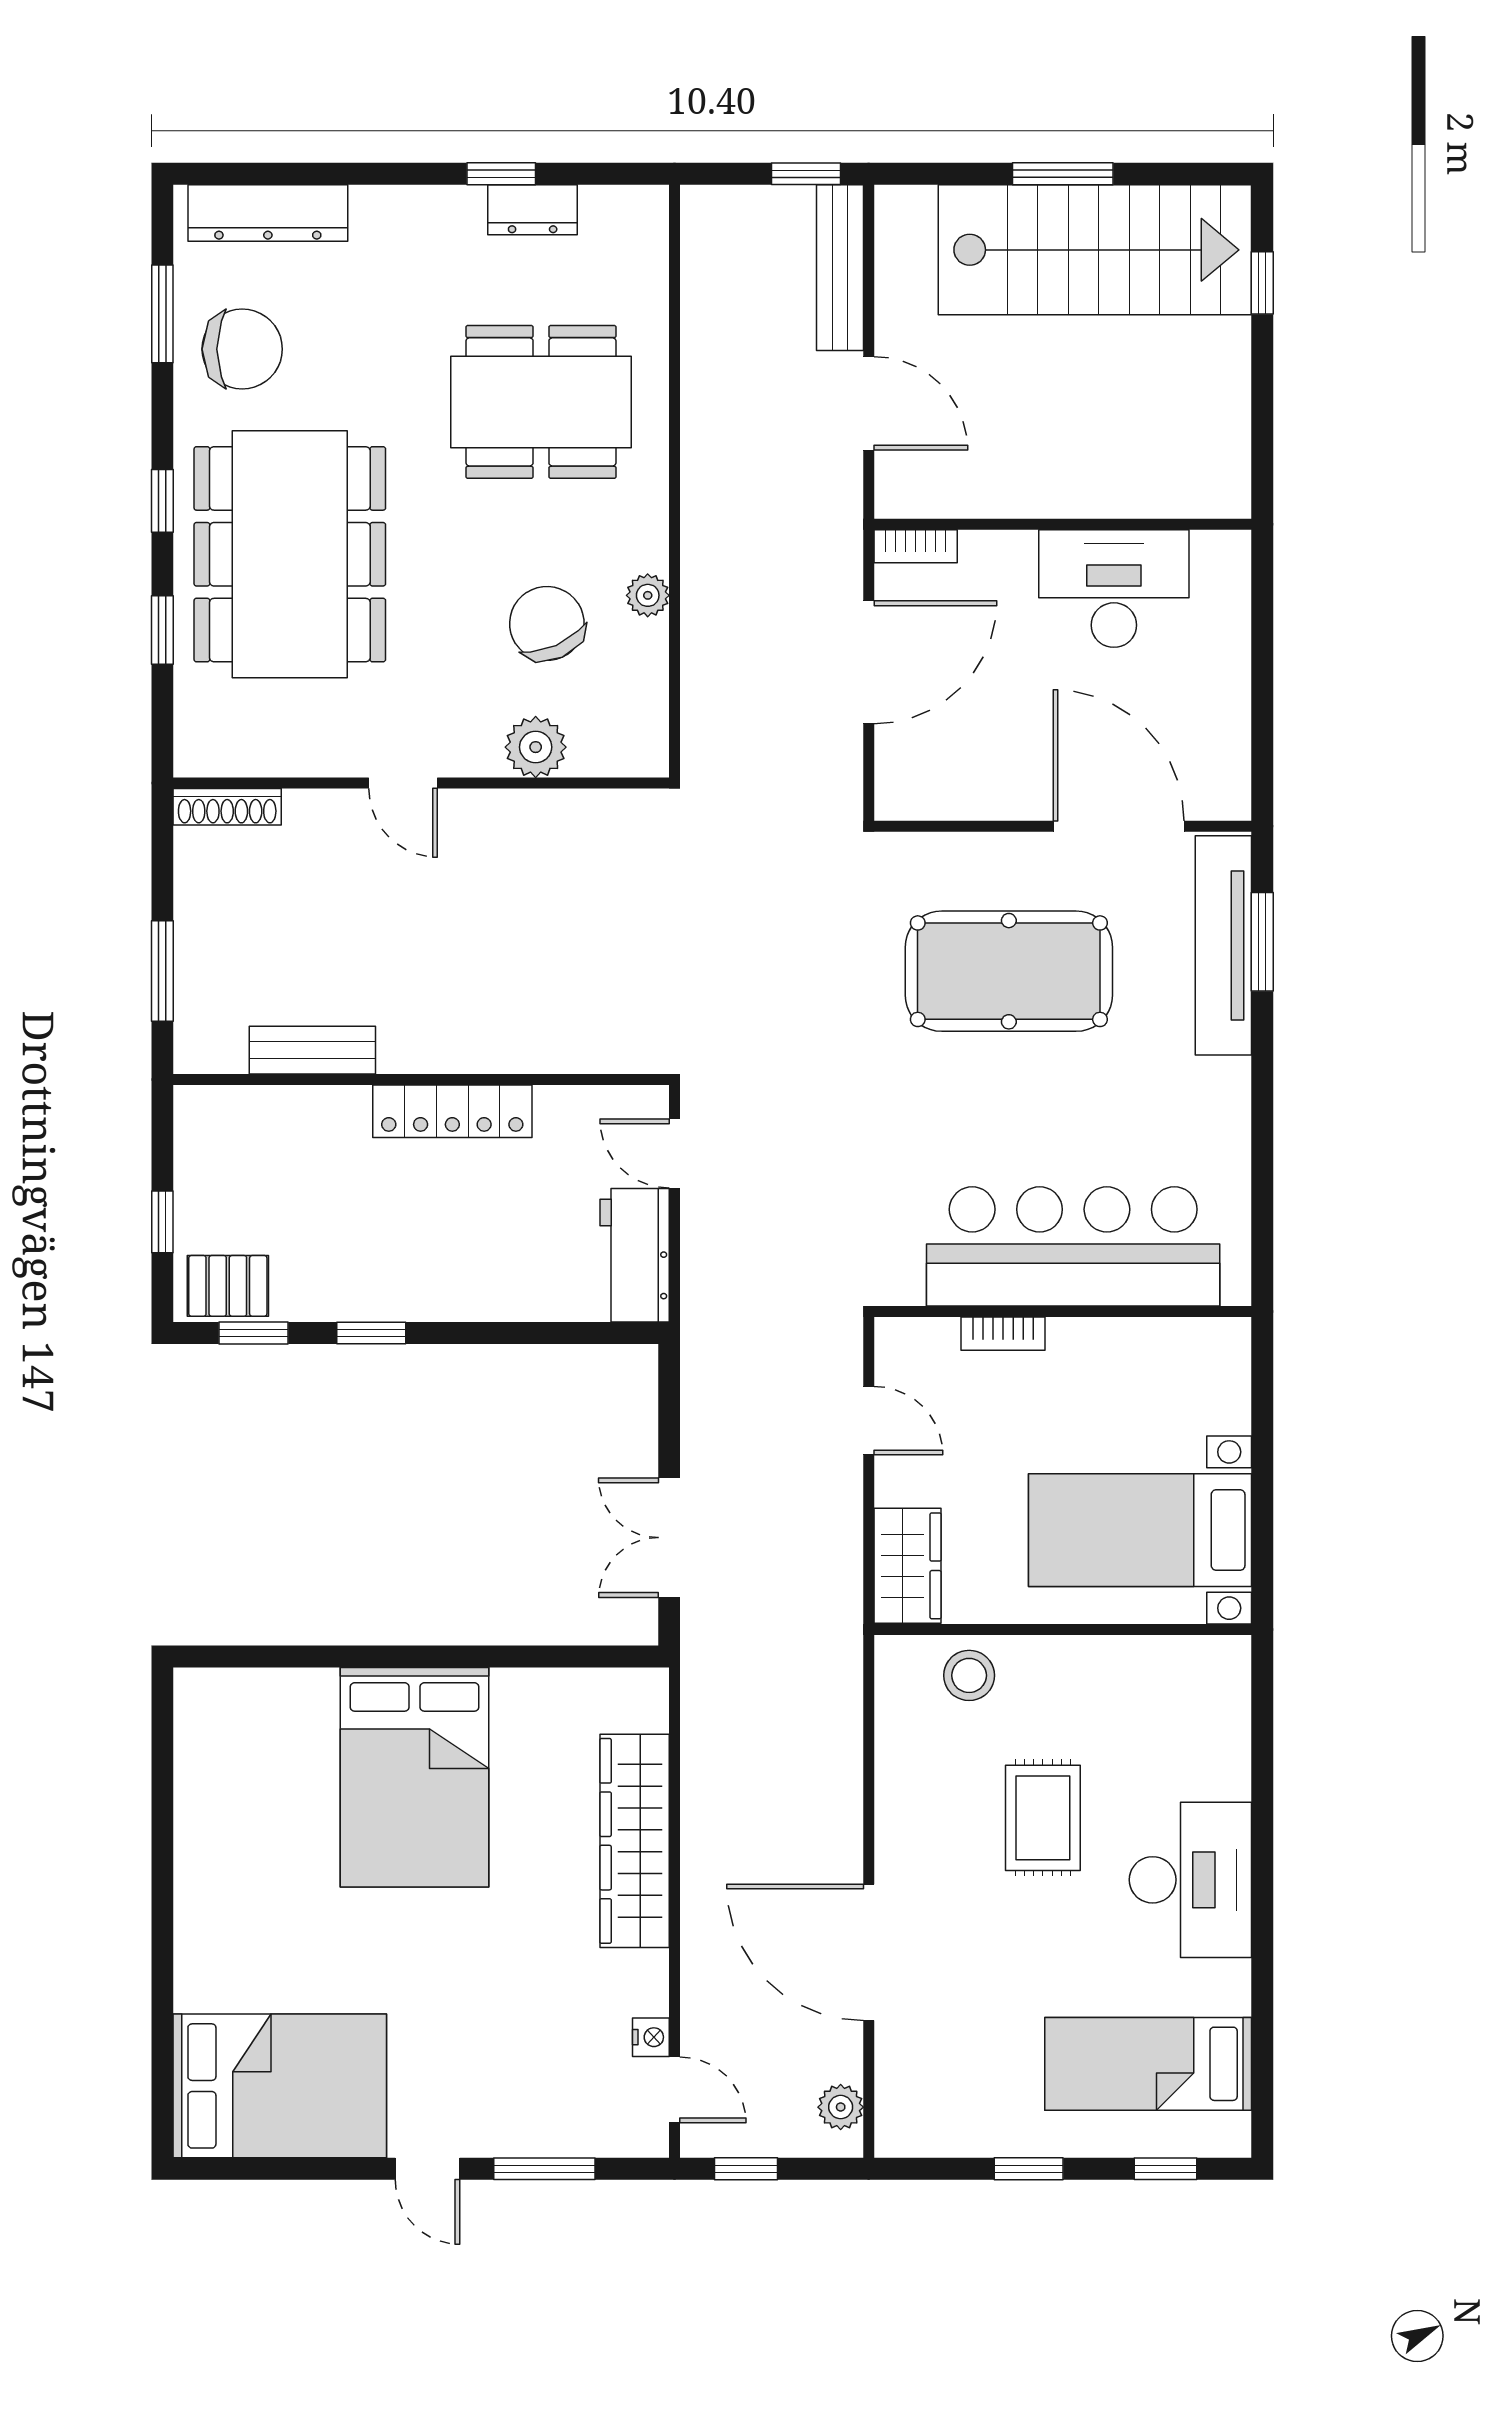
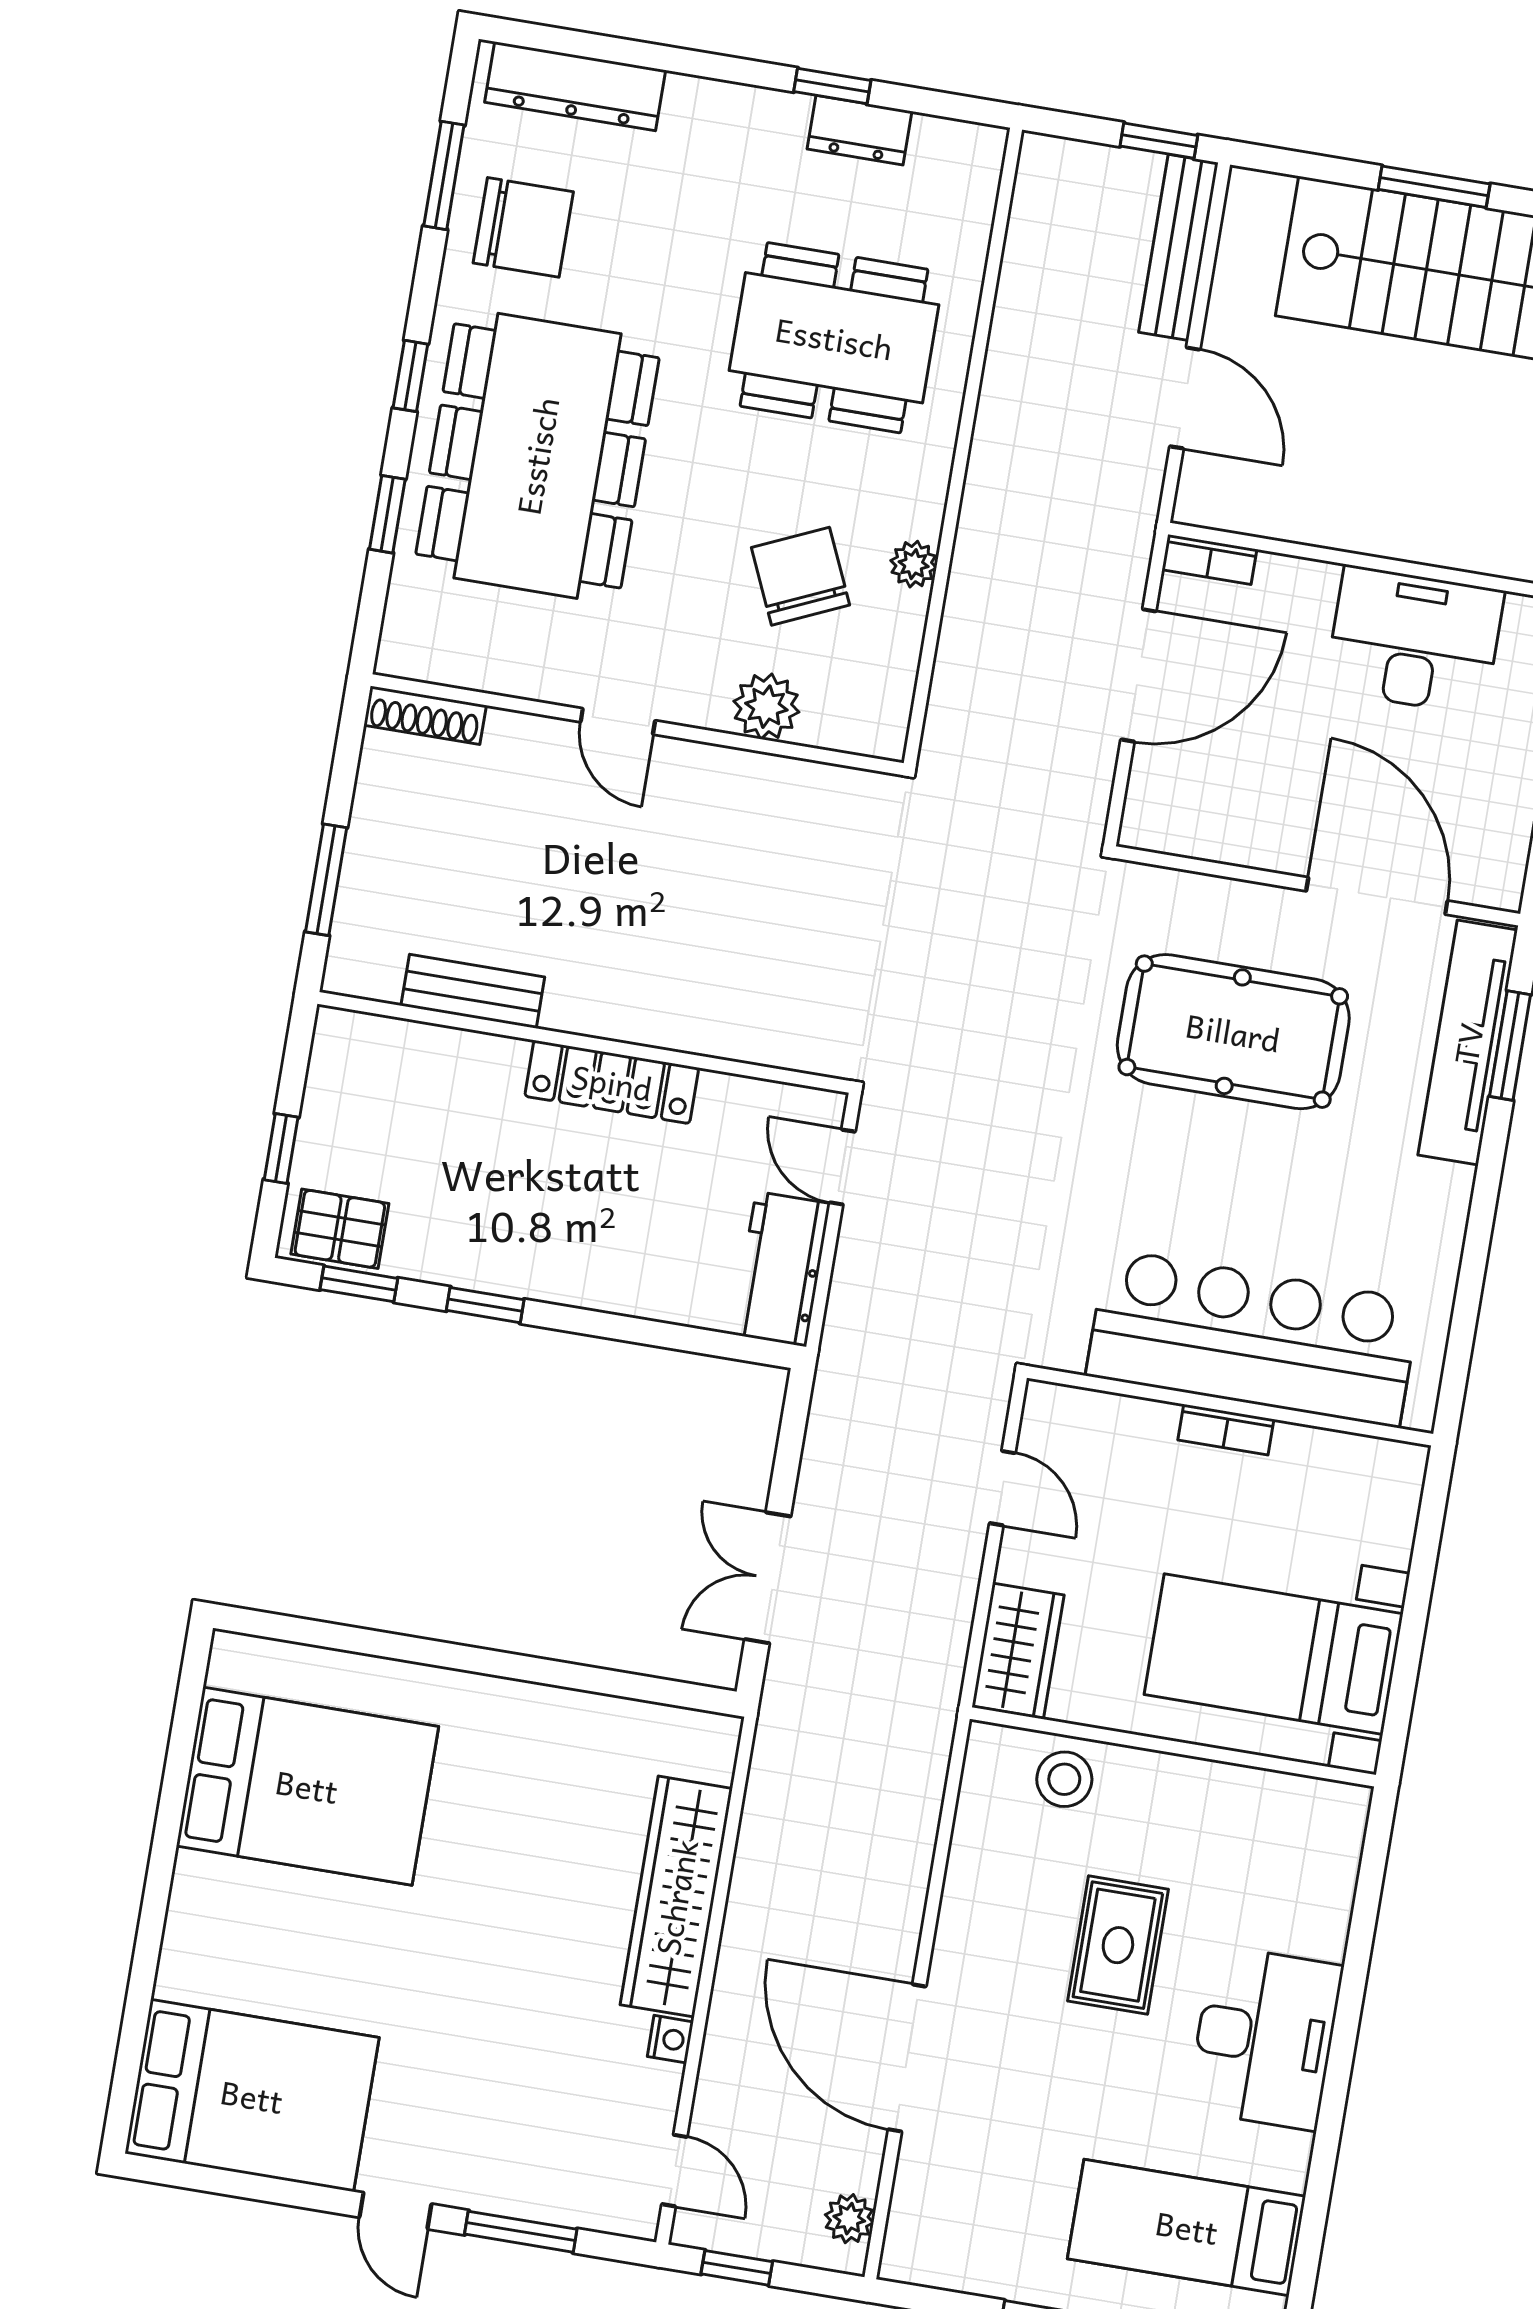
bookcase: (1003, 1334) -> (1226, 1430), moved
bed: (414, 1777) -> (307, 1786), moved, turned -90
nightstand: (651, 2037) -> (670, 2039), moved

